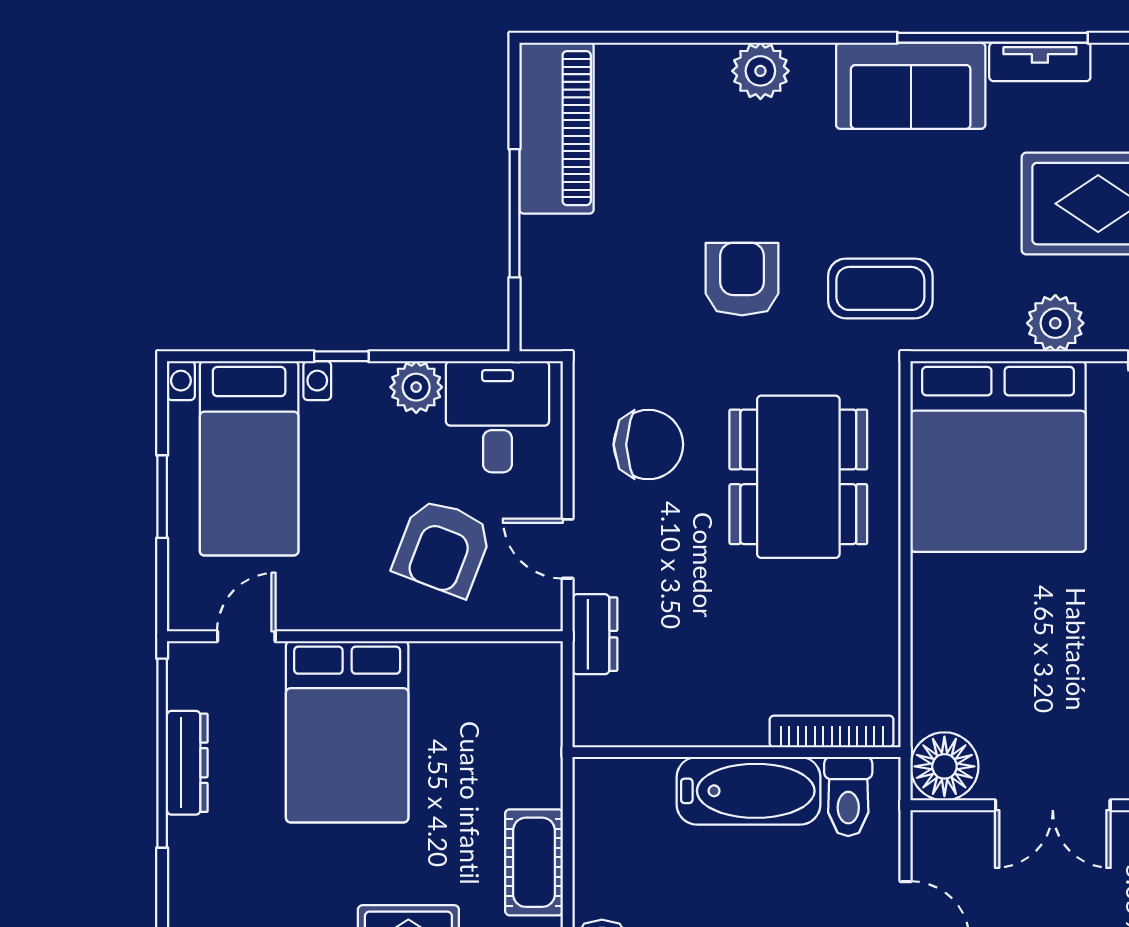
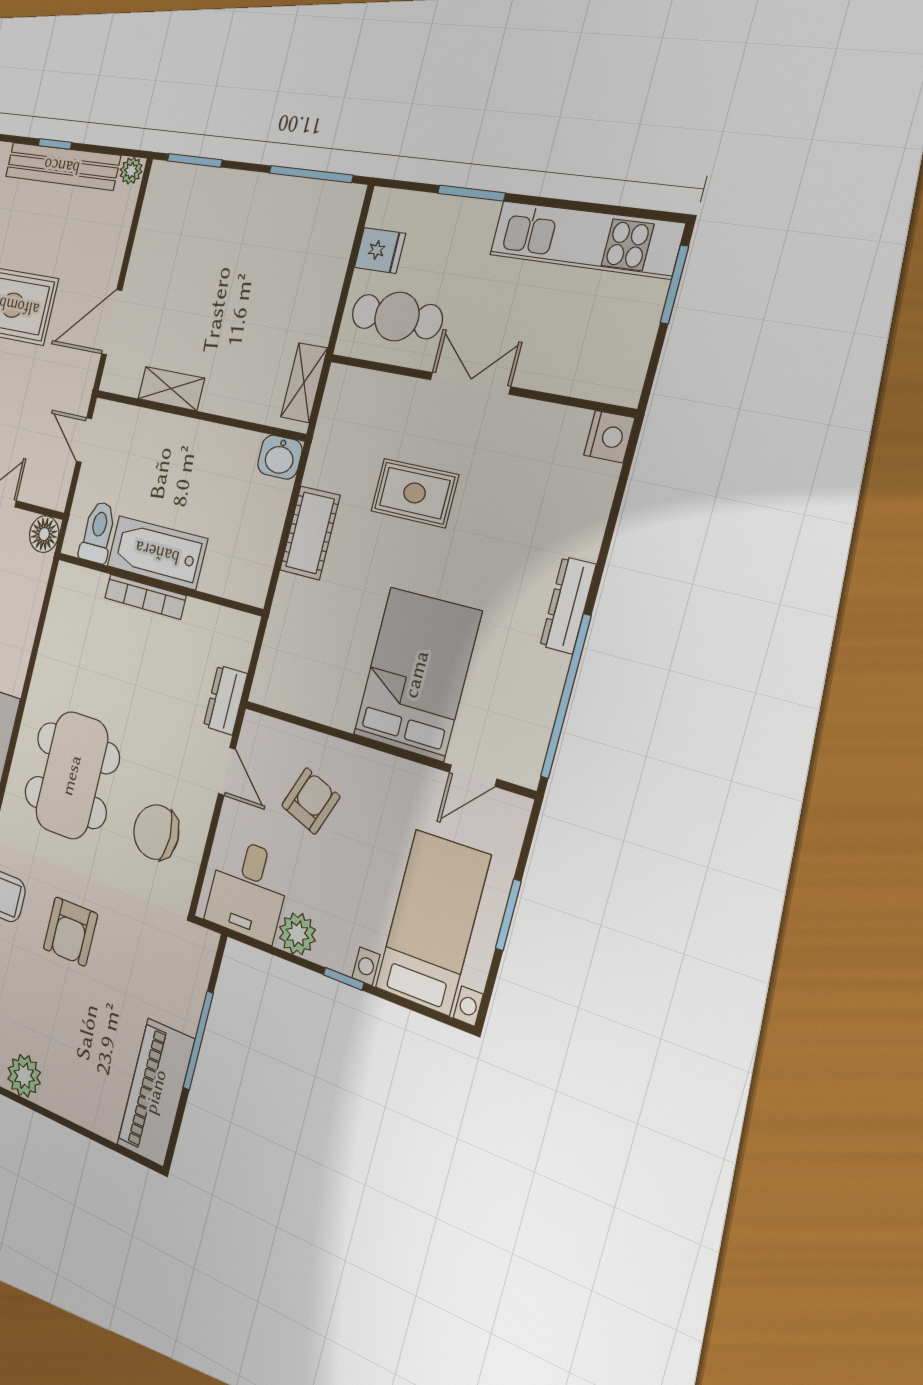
armchair: (443, 547) -> (311, 801), width x0.72, depth x0.72
bookcase: (832, 731) -> (145, 597), moved
dresser: (187, 763) -> (568, 605), moved
floor lamp: (944, 766) -> (44, 534), width x0.73, depth x0.73

